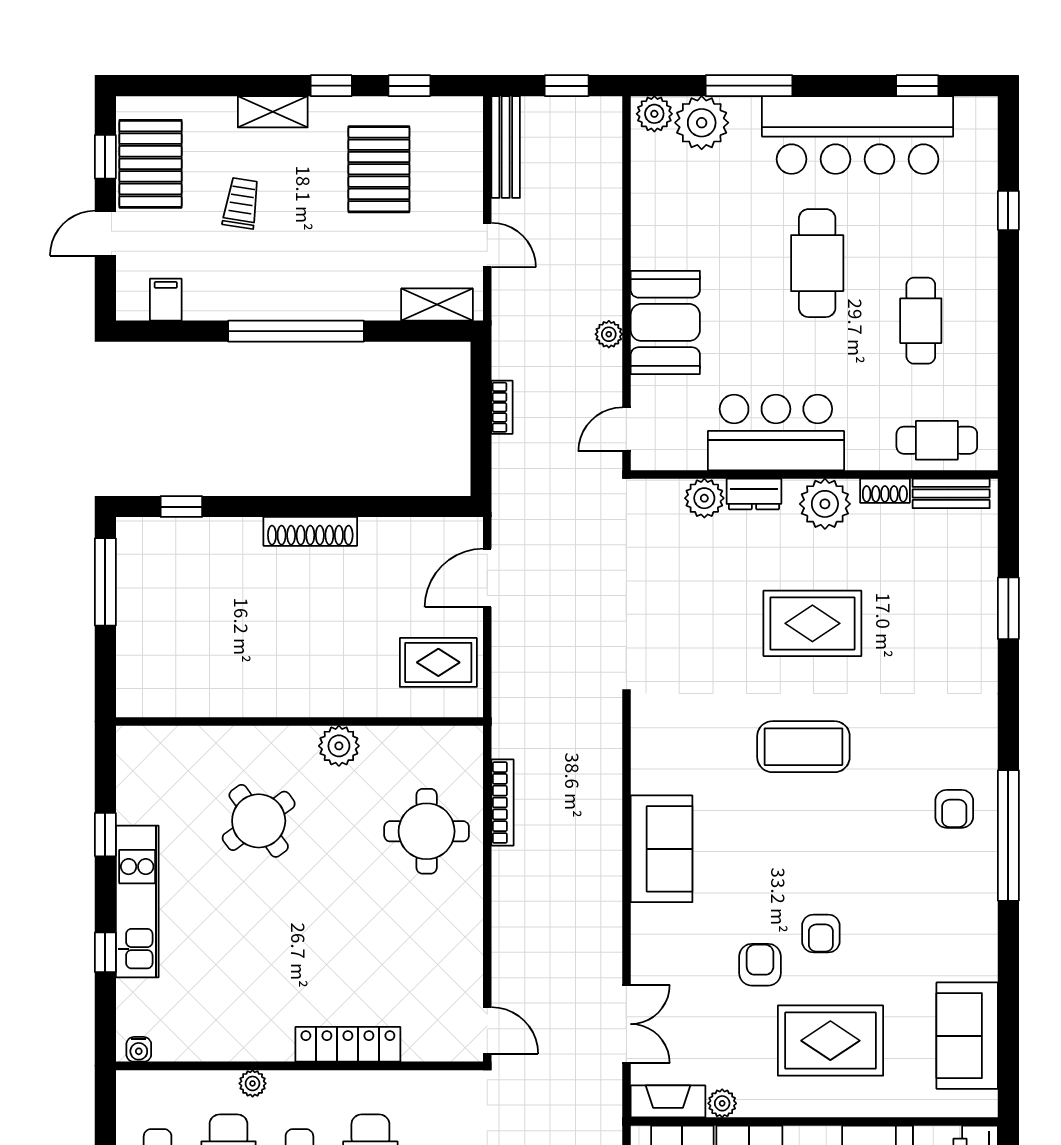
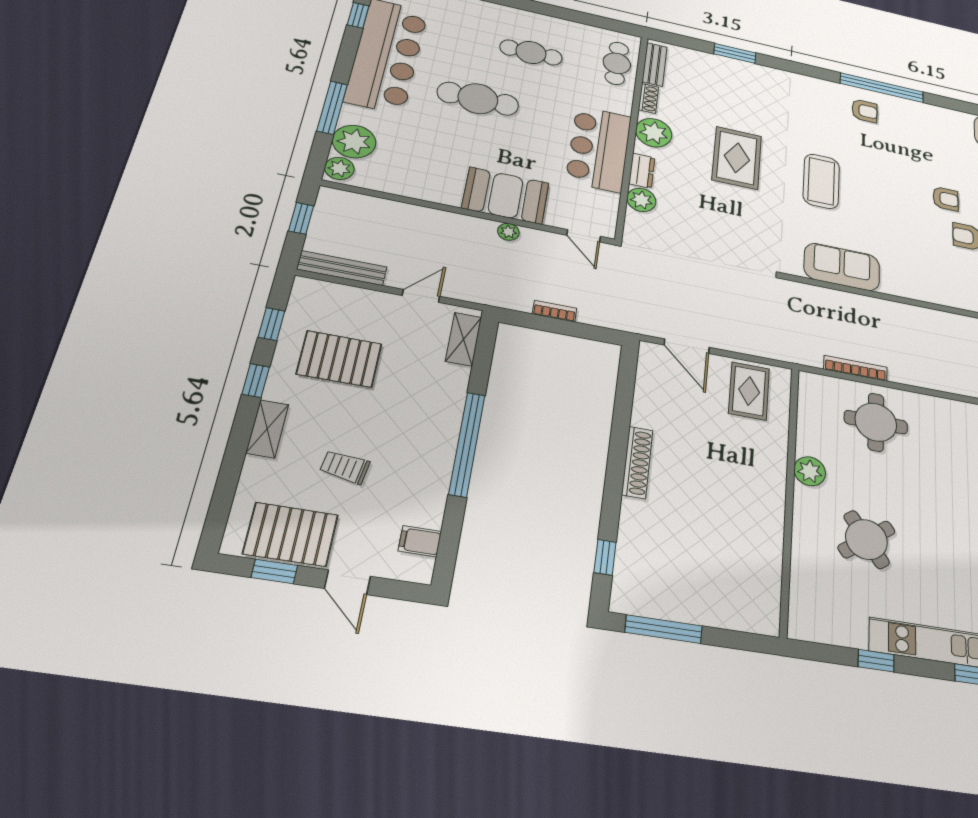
sofa: (662, 849) -> (842, 267), moved

